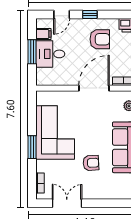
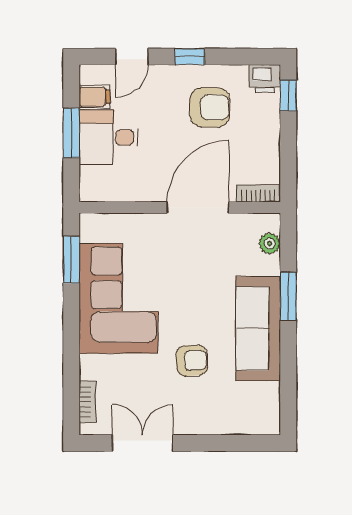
window: (32, 147) -> (71, 260), moved

